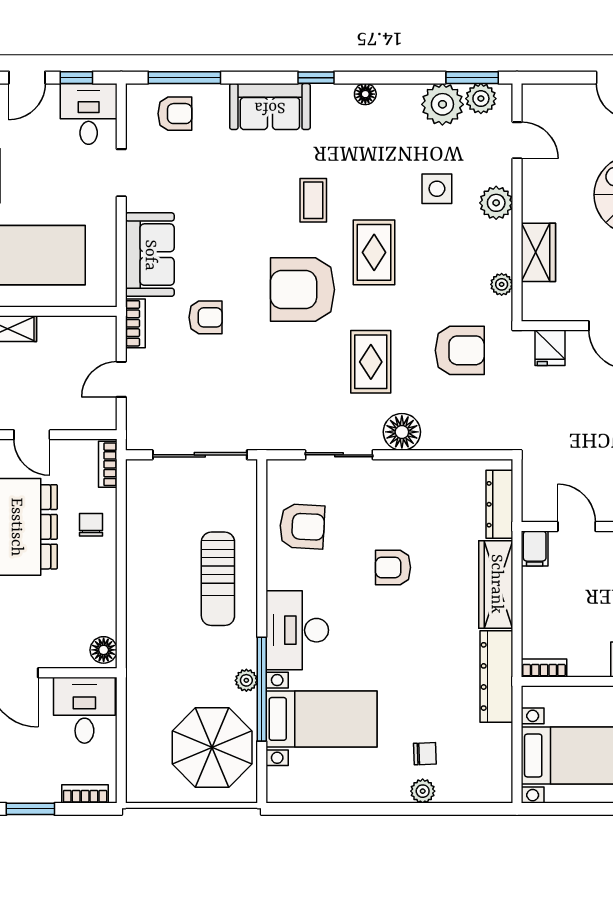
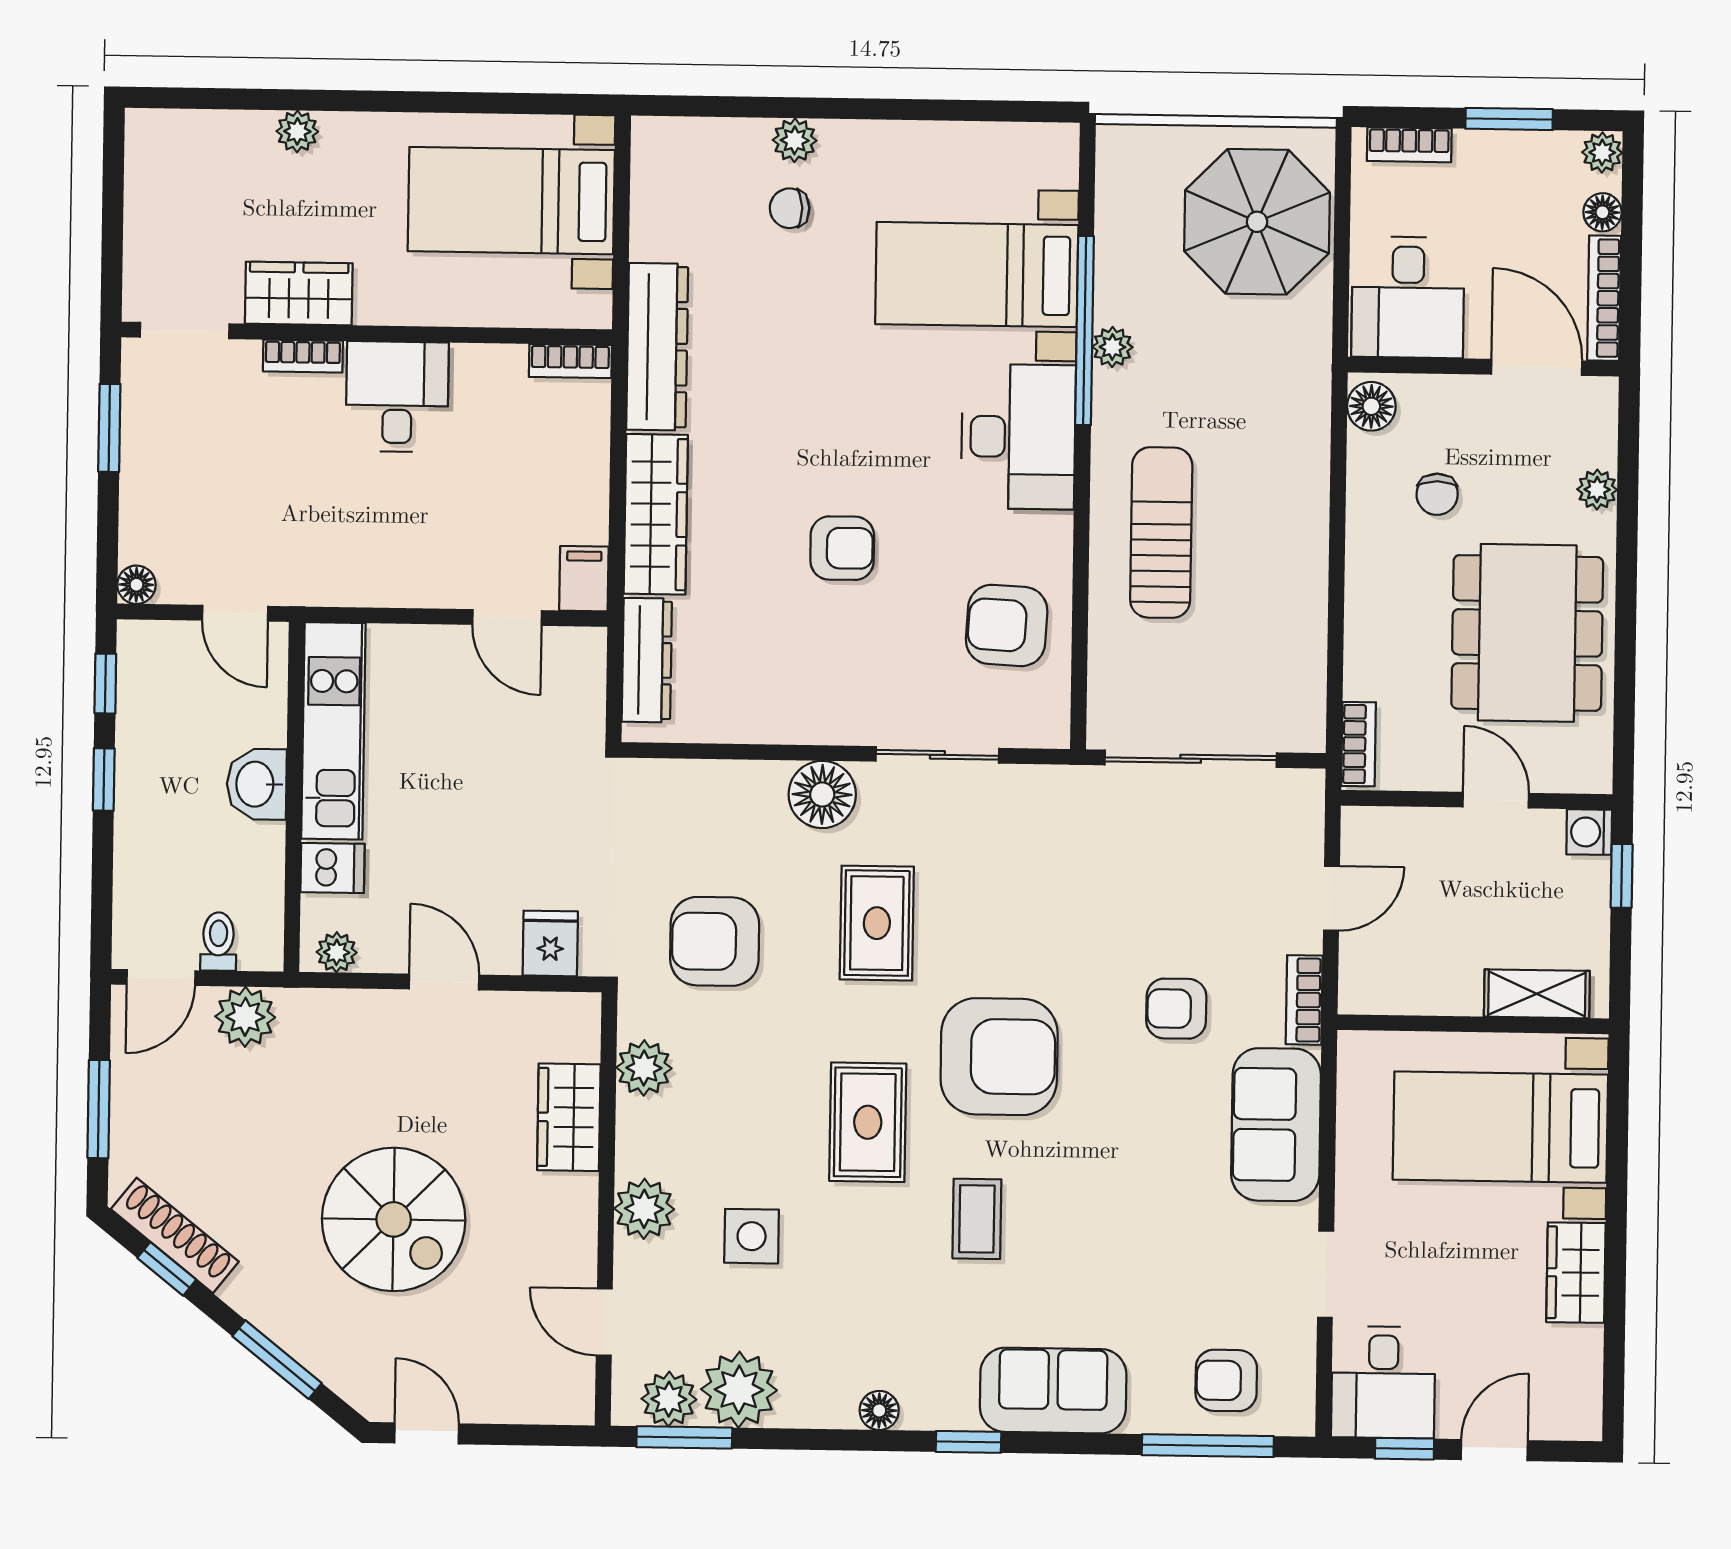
plant: (502, 284) -> (644, 1068), width x1.38, depth x1.38
chair: (91, 525) -> (1437, 494), moved
parasol: (212, 747) -> (1257, 222), moved

